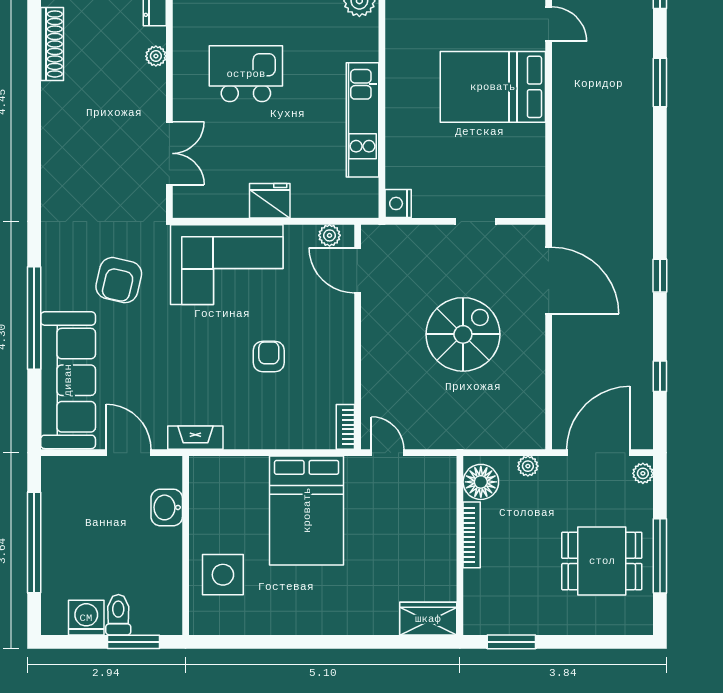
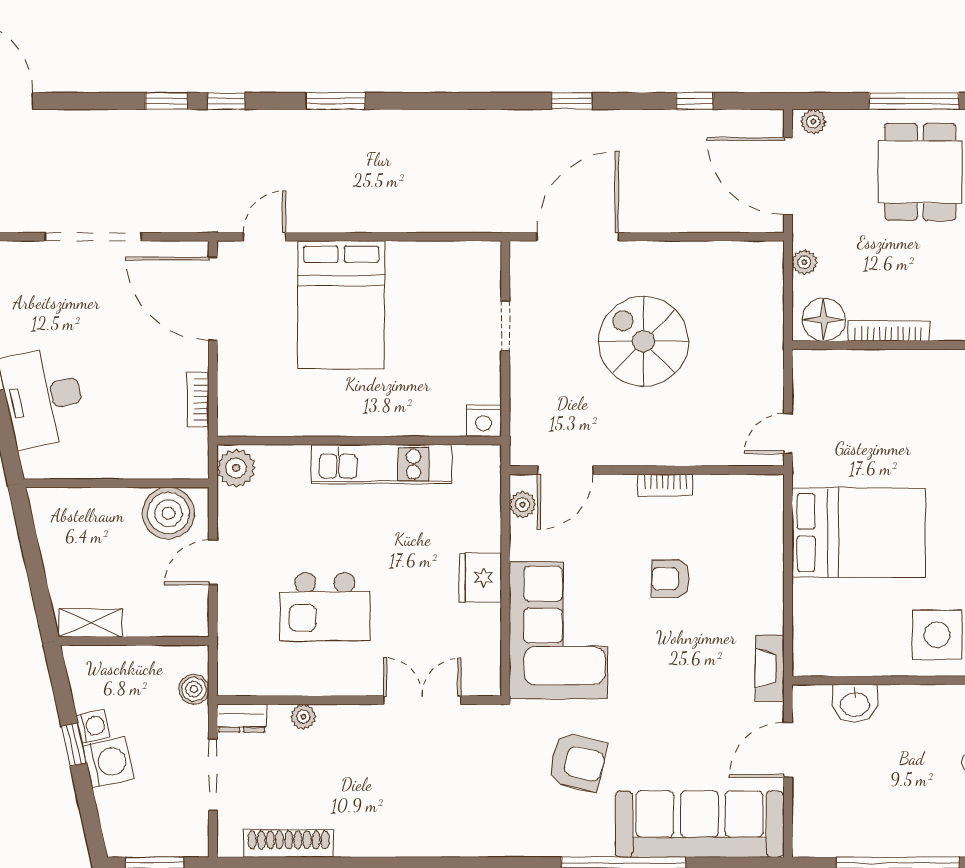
kitchen island: (246, 74) -> (325, 607), turned -90
bookcase: (345, 427) -> (665, 485), moved

